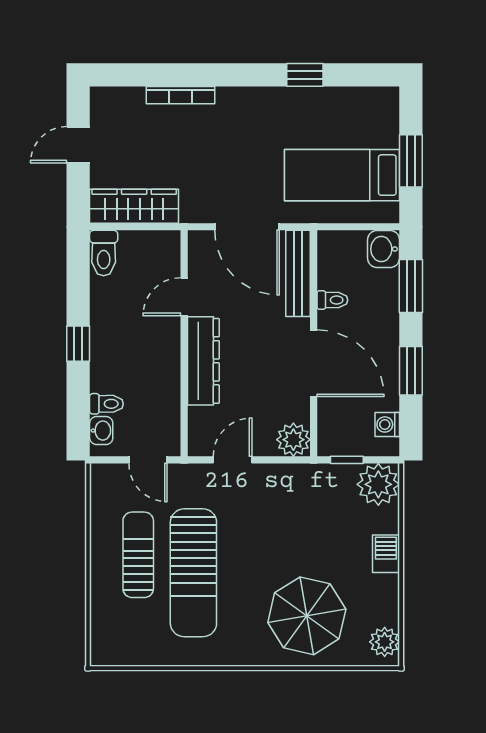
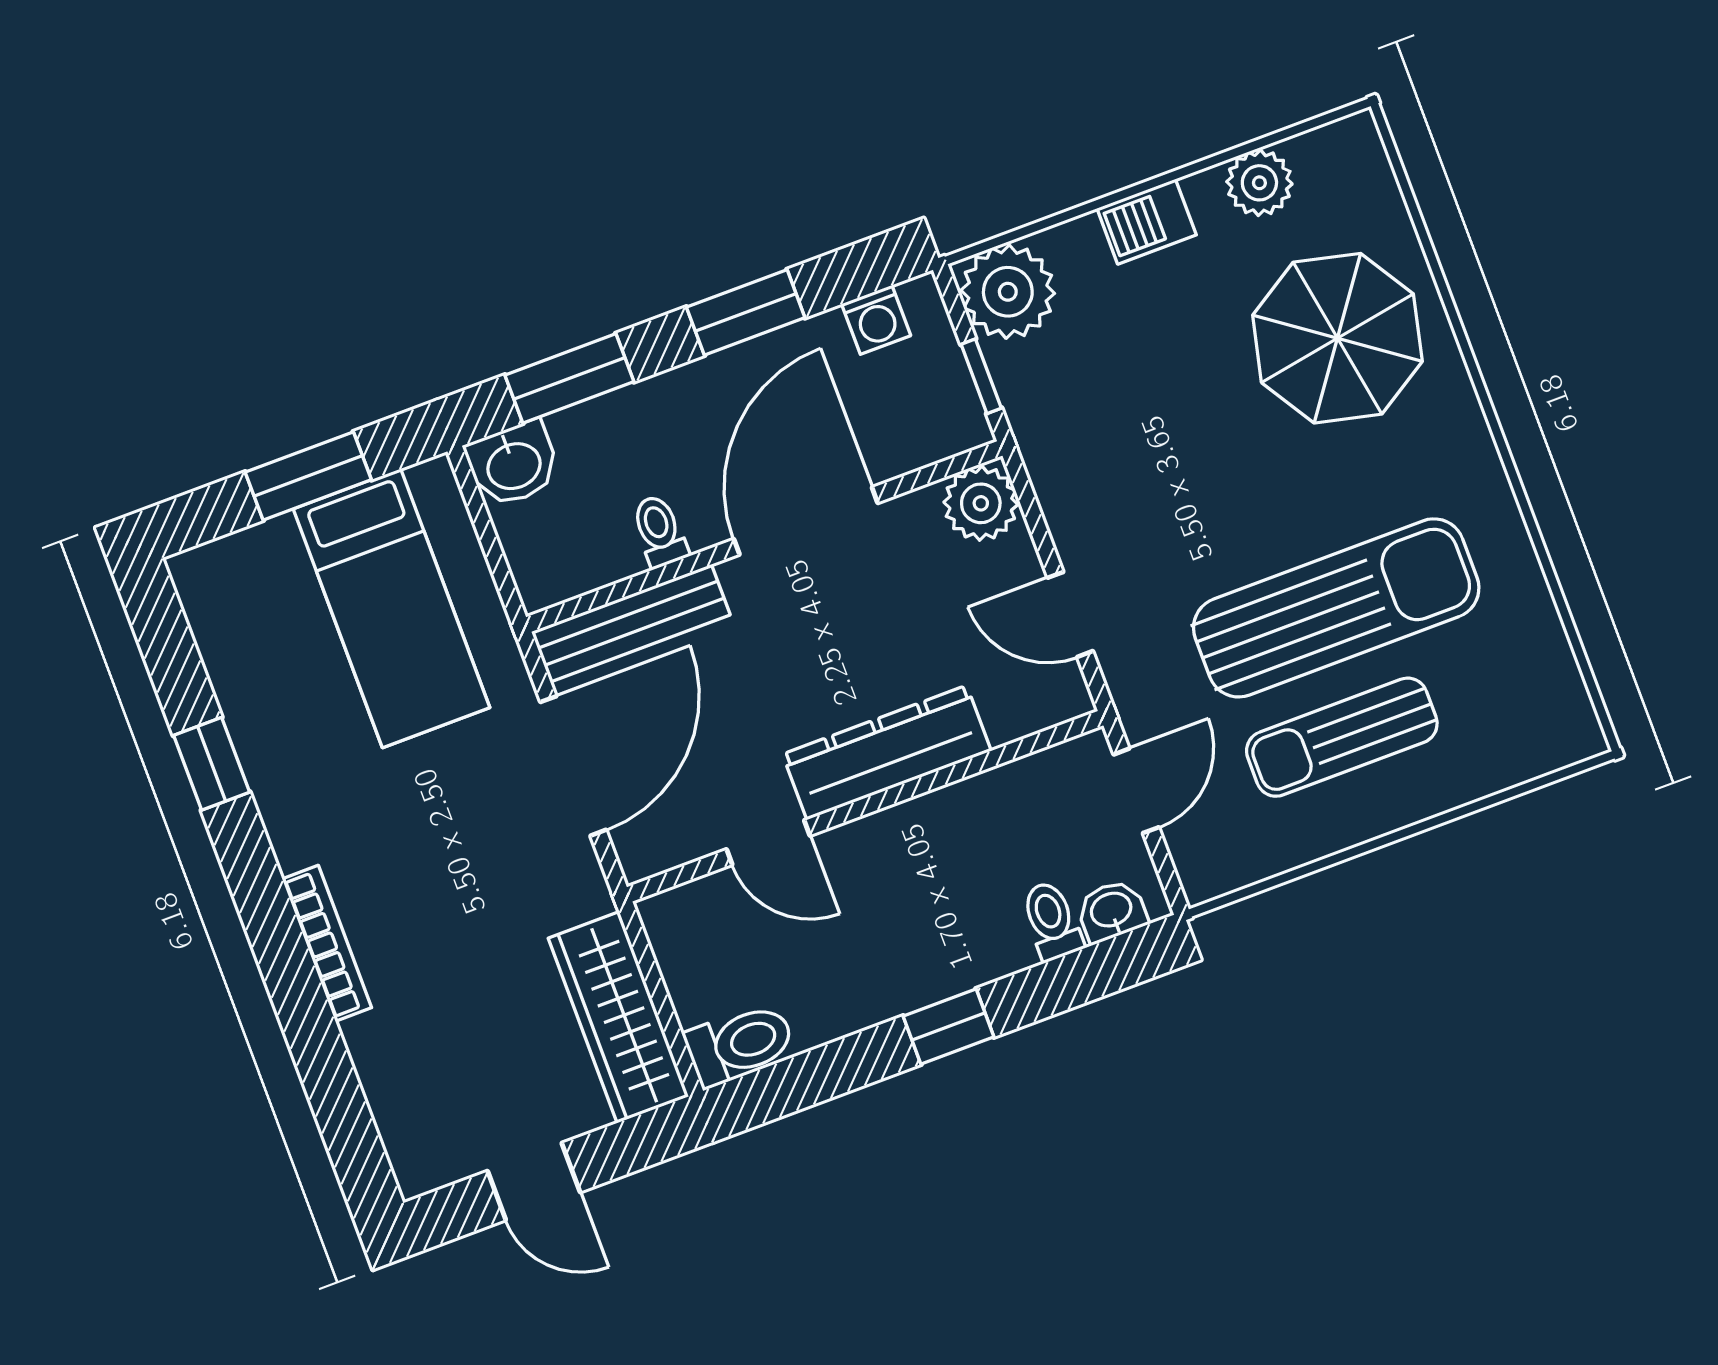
bookcase: (180, 95) -> (327, 943), moved
plant: (385, 642) -> (1259, 183), moved

